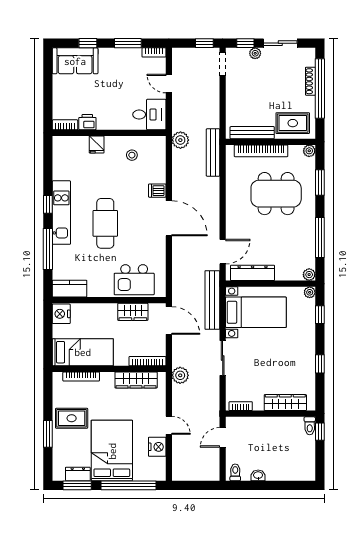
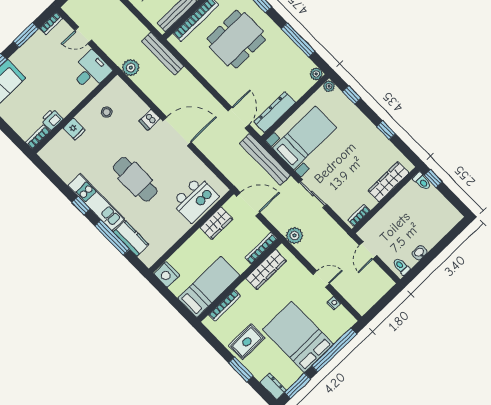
kitchen counter: (69, 289) -> (131, 238), moved, turned 90
nightstand: (157, 447) -> (334, 303), width x0.53, depth x0.56
dresser: (78, 474) -> (273, 386), moved, turned 90

